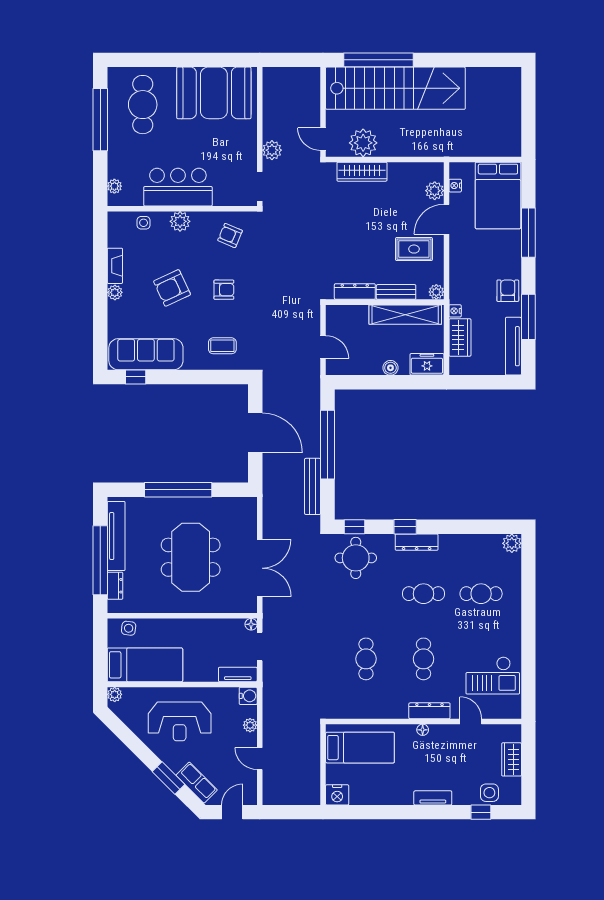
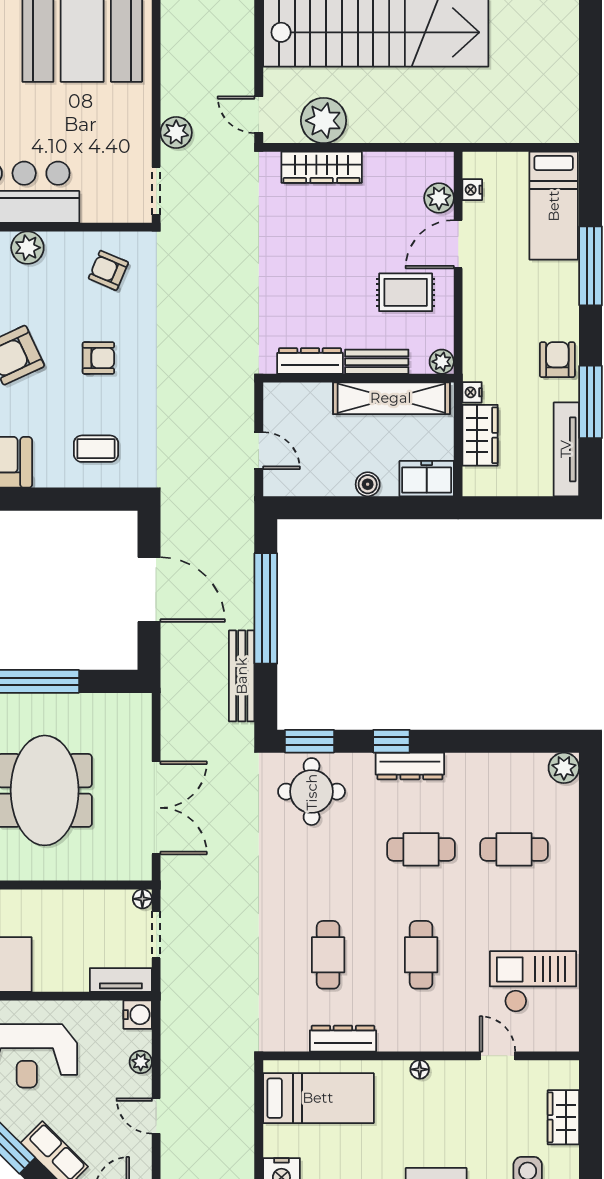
bed: (498, 195) -> (554, 206), width x0.67
window: (354, 527) -> (309, 741), width x1.50
checkout: (493, 675) -> (533, 982), turned 180
dresser: (429, 711) -> (343, 1039), moved

